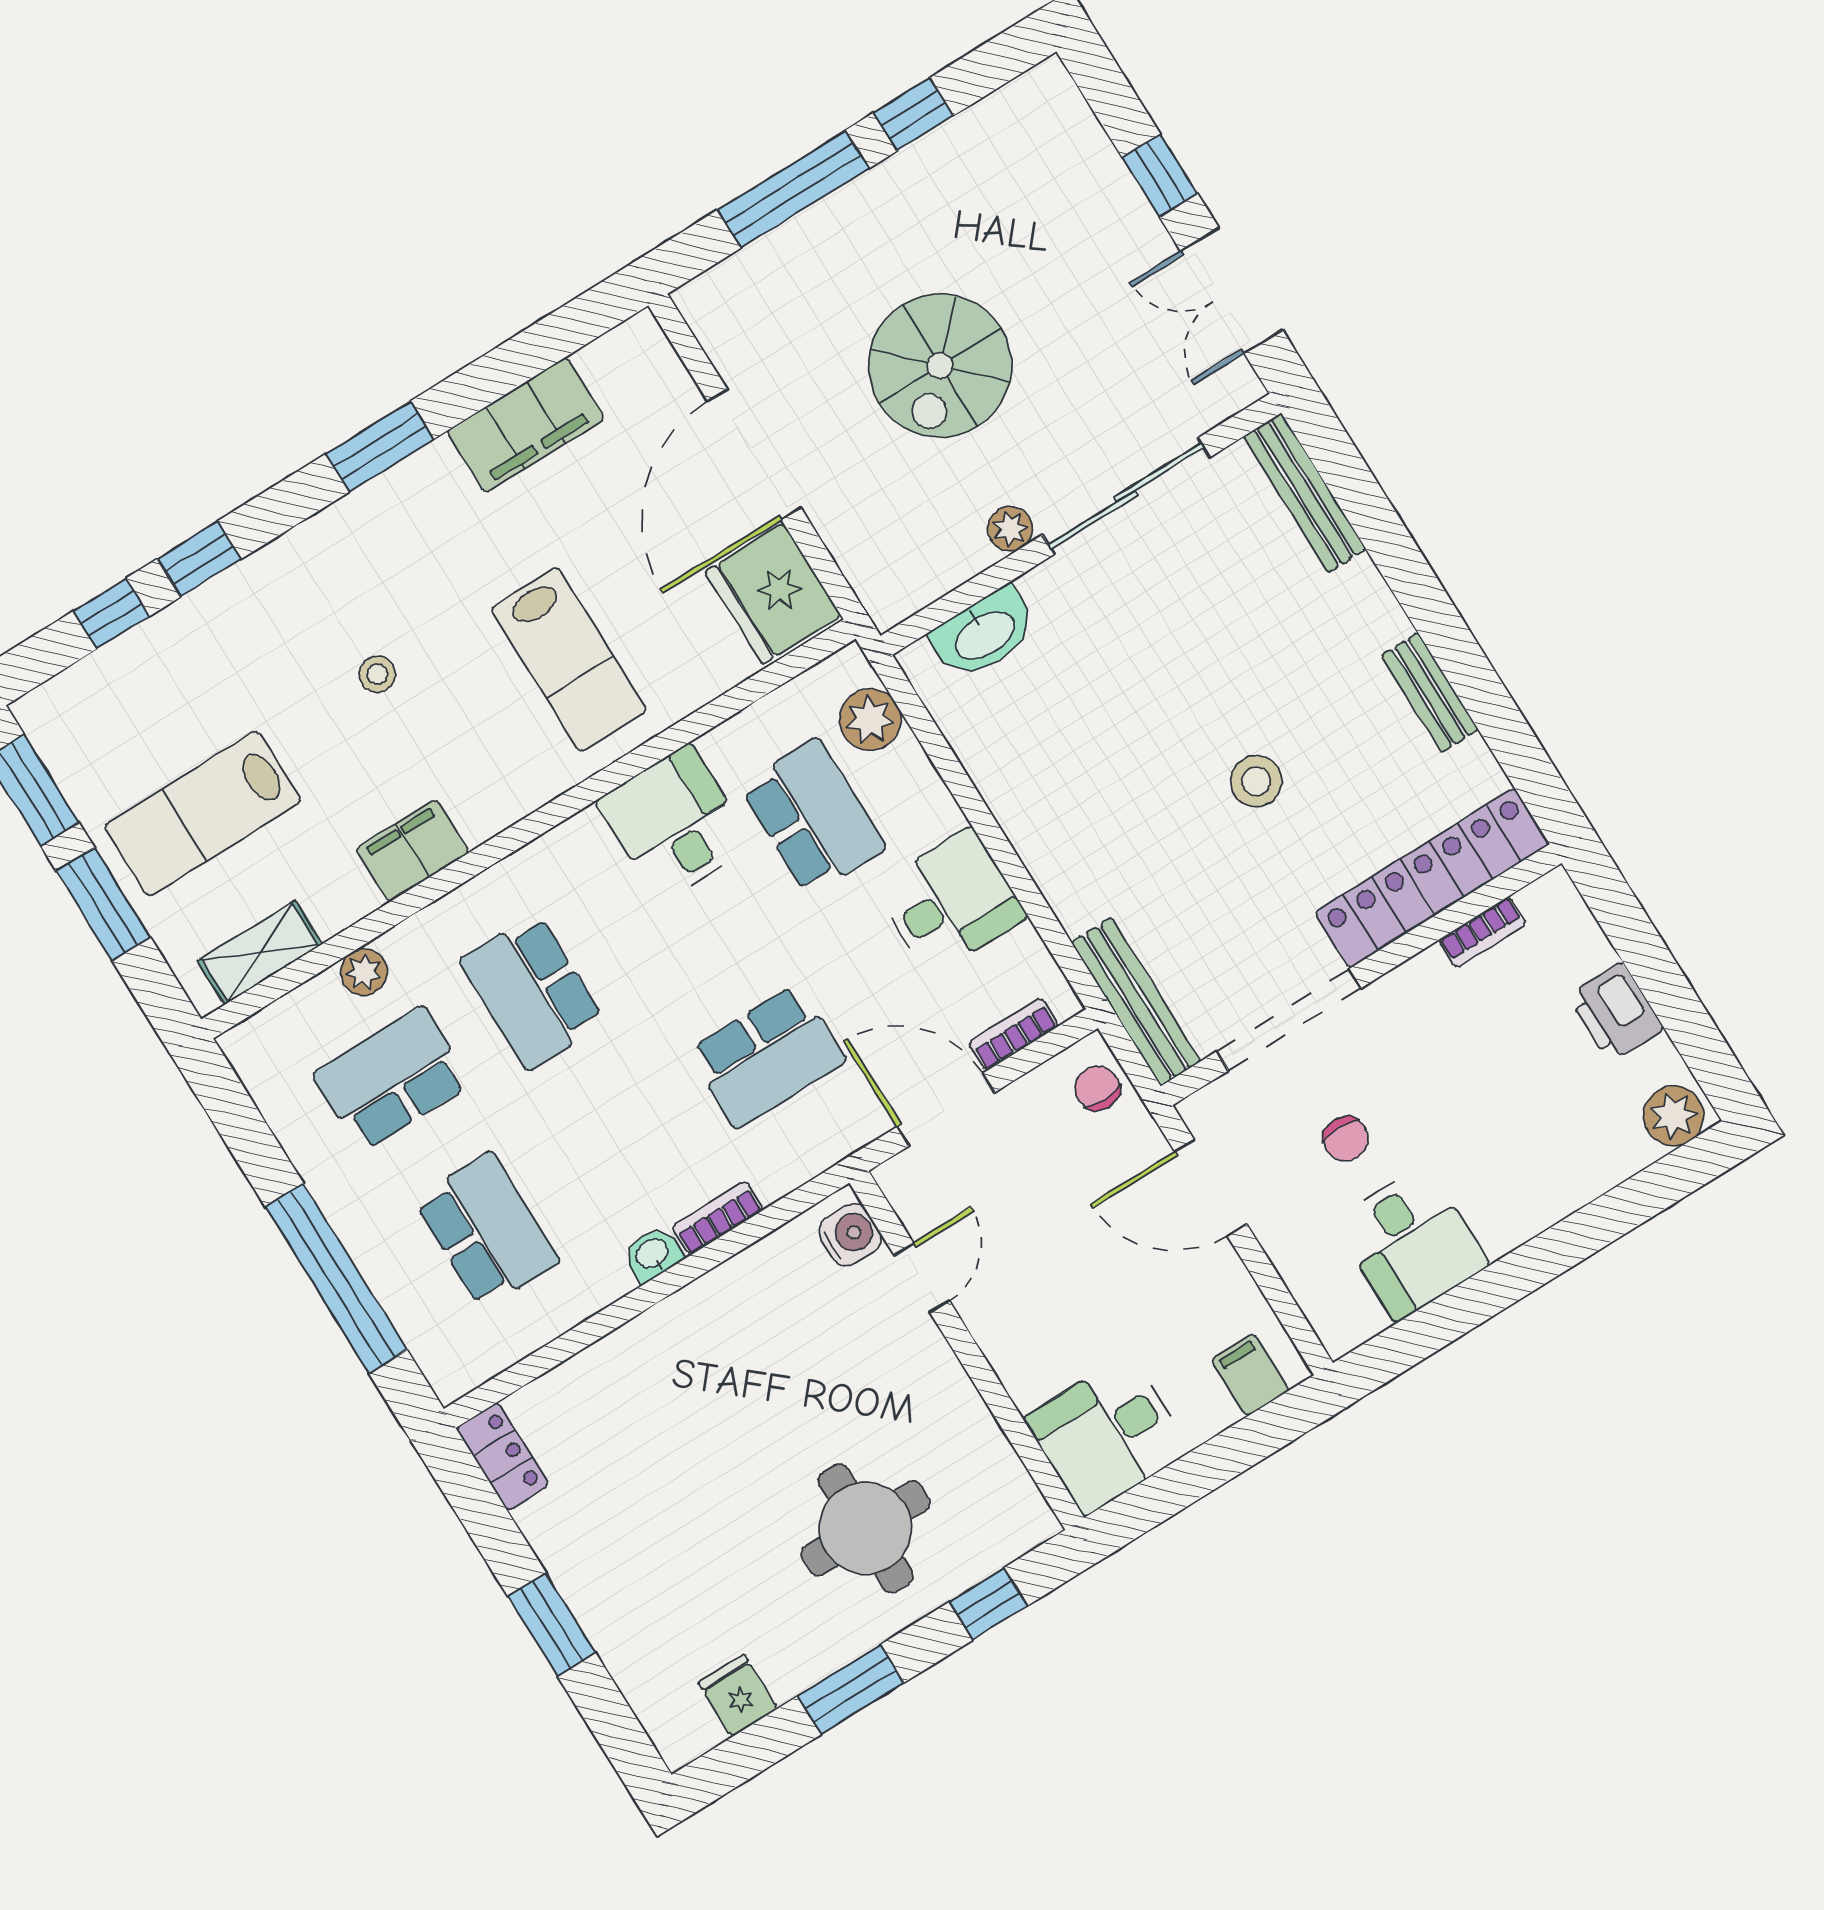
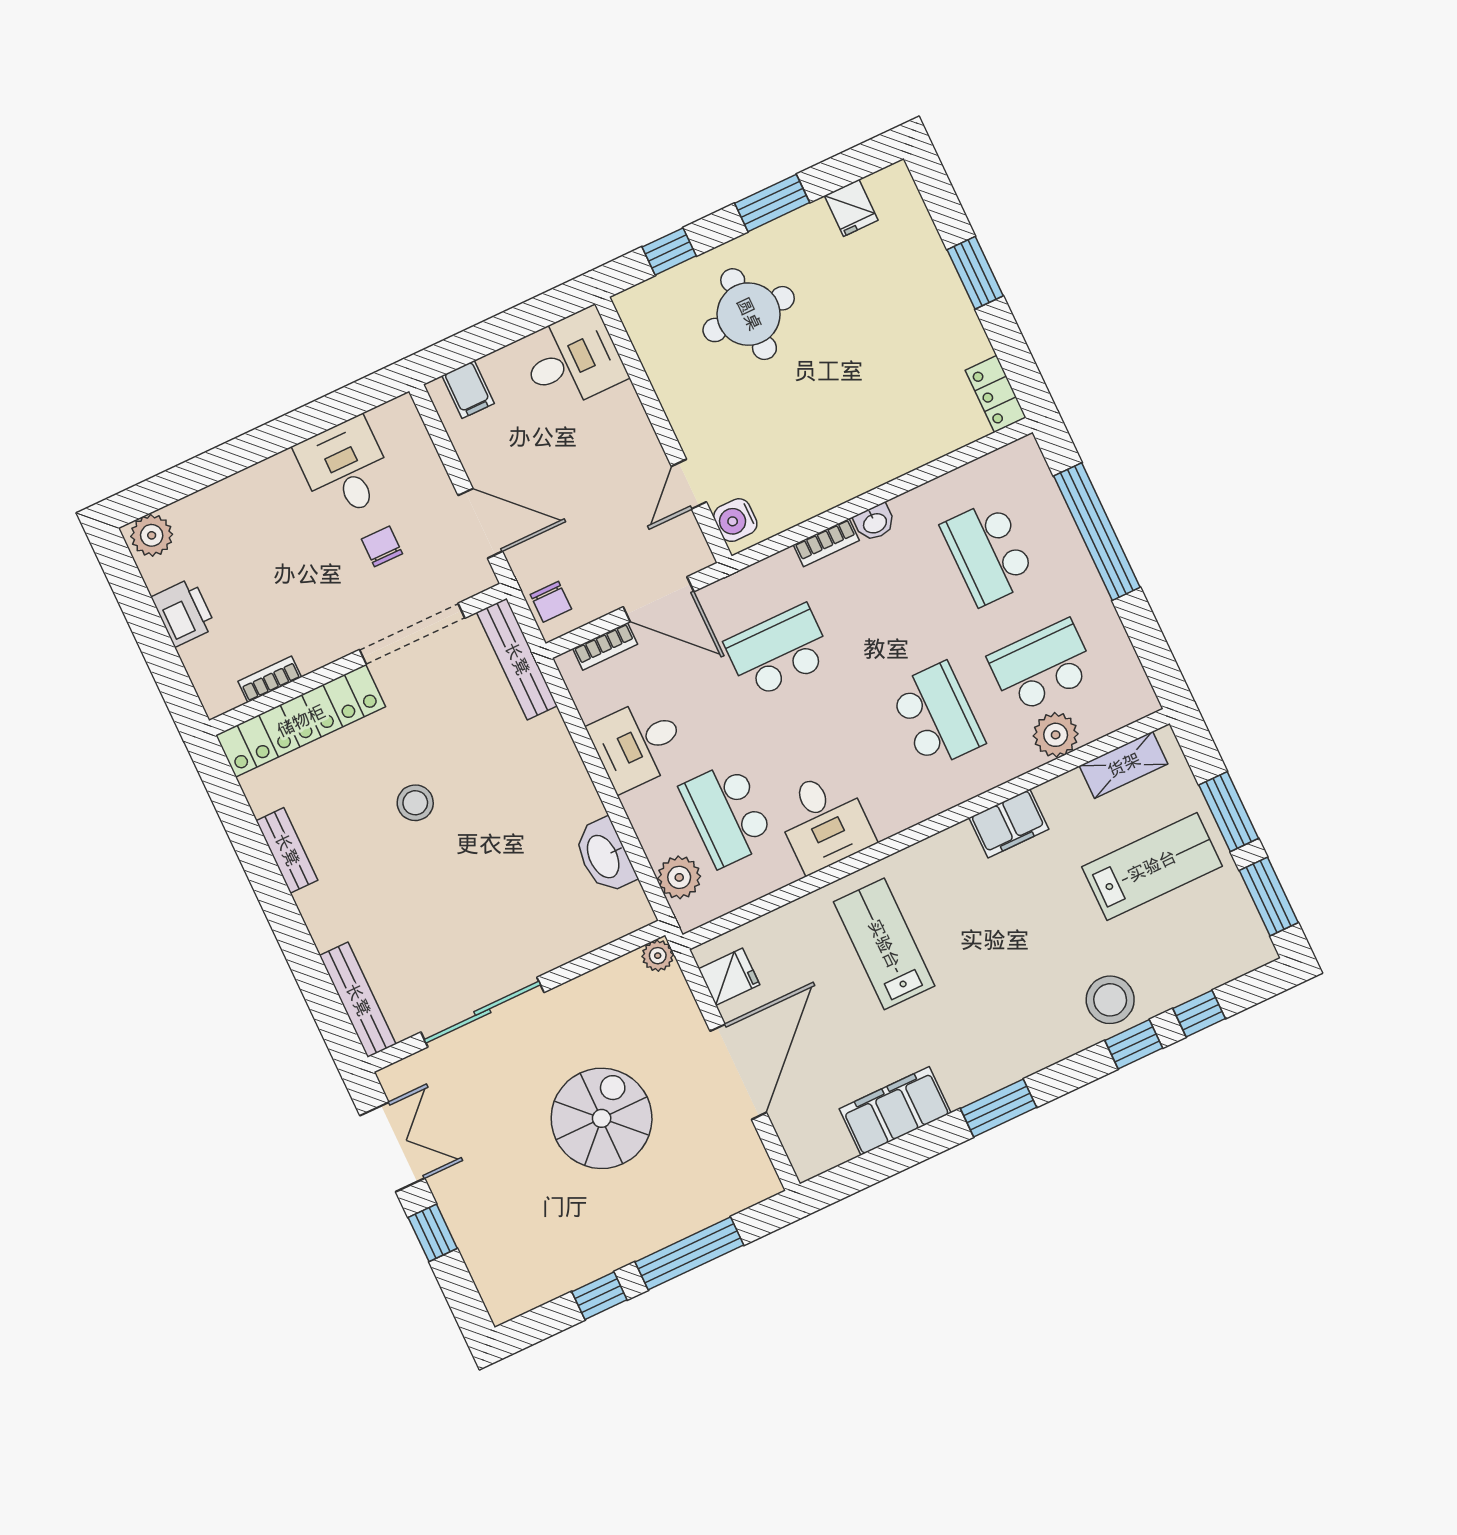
plant: (1010, 529) -> (658, 956), moved
fridge: (773, 594) -> (729, 977), width x0.53, depth x0.75
washbasin: (984, 634) -> (604, 856), moved, turned -90
stool: (377, 674) -> (1110, 1000), moved, width x1.89, depth x1.89
plant: (364, 972) -> (1056, 735), width x1.38, depth x1.38
school desk: (392, 1079) -> (1042, 666), turned 180

